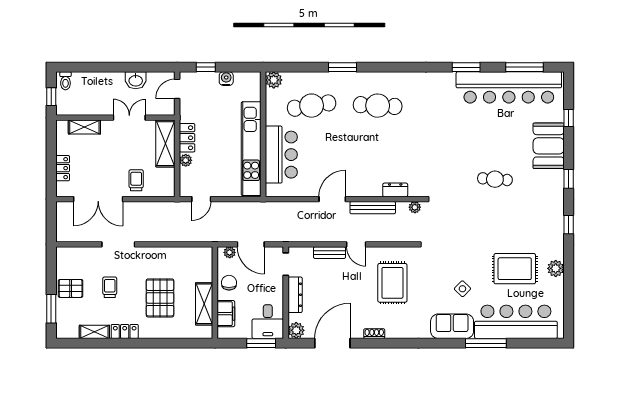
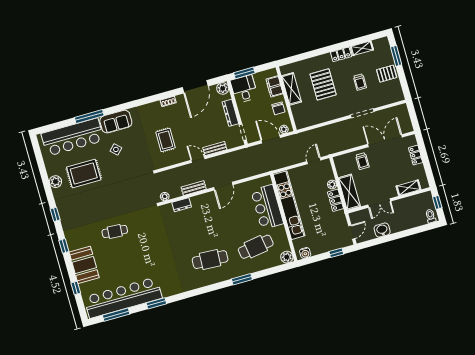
water cooler: (226, 79) -> (305, 253), moved
bench: (373, 208) -> (194, 188), width x0.73
rug: (392, 283) -> (165, 140), width x0.73, depth x0.70

